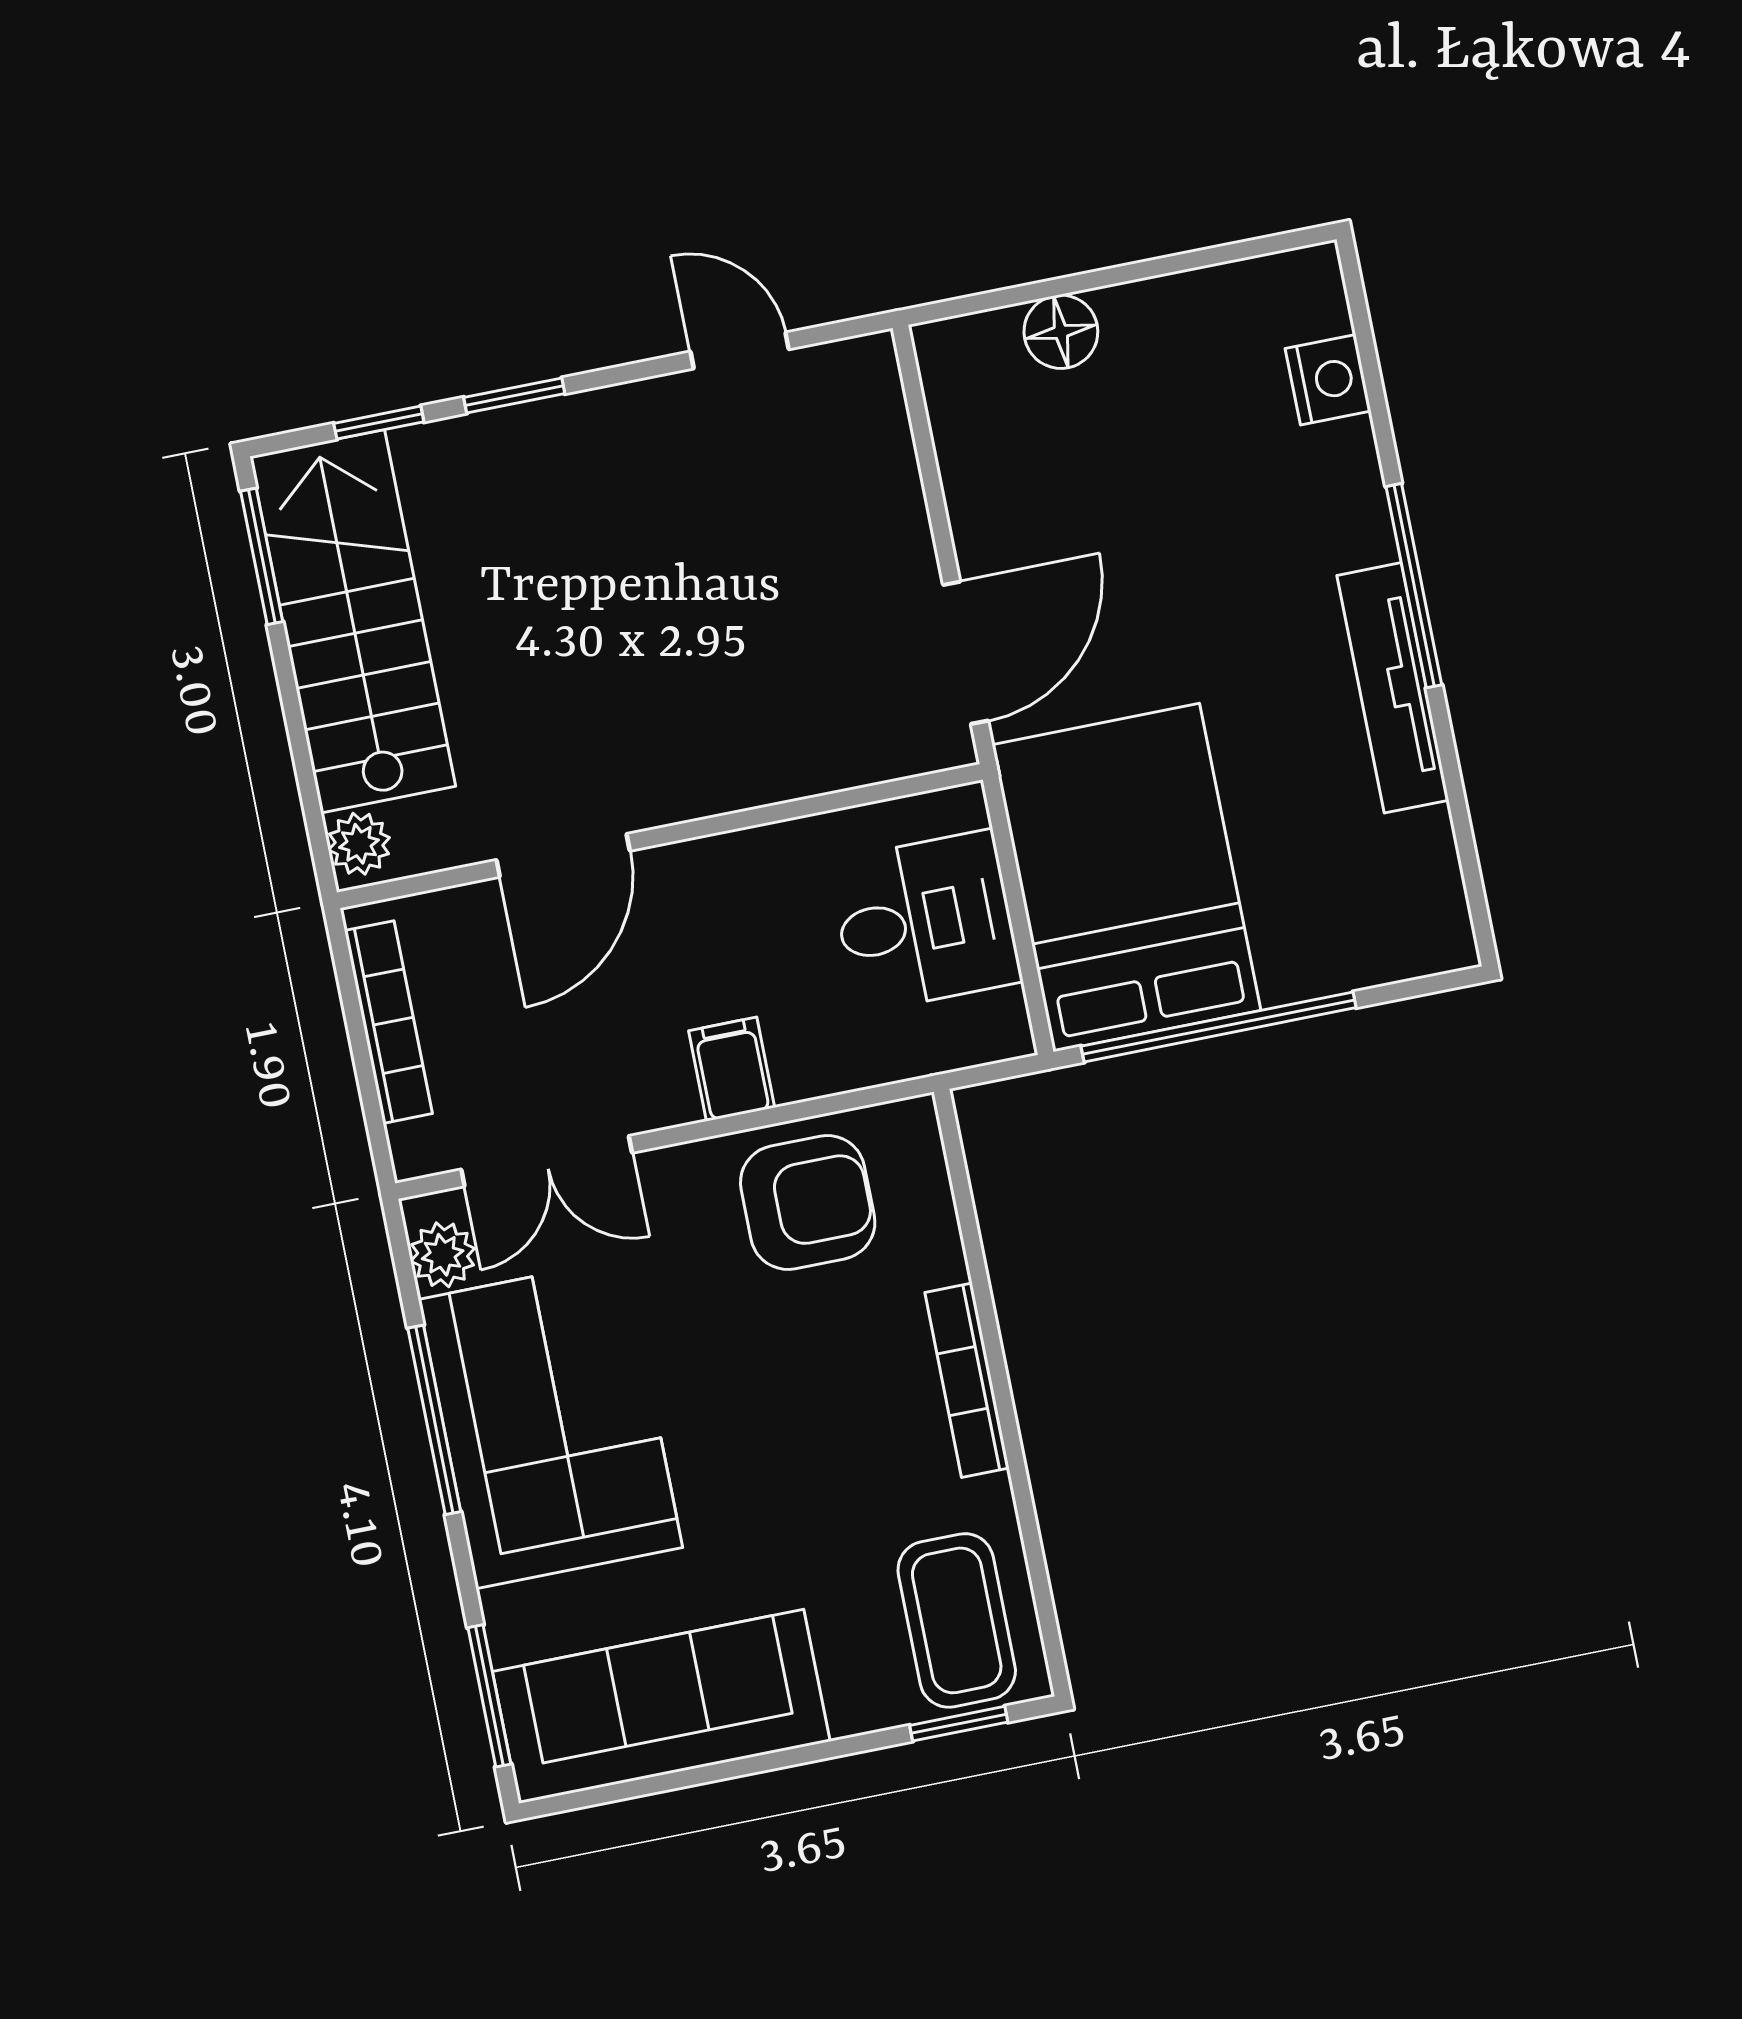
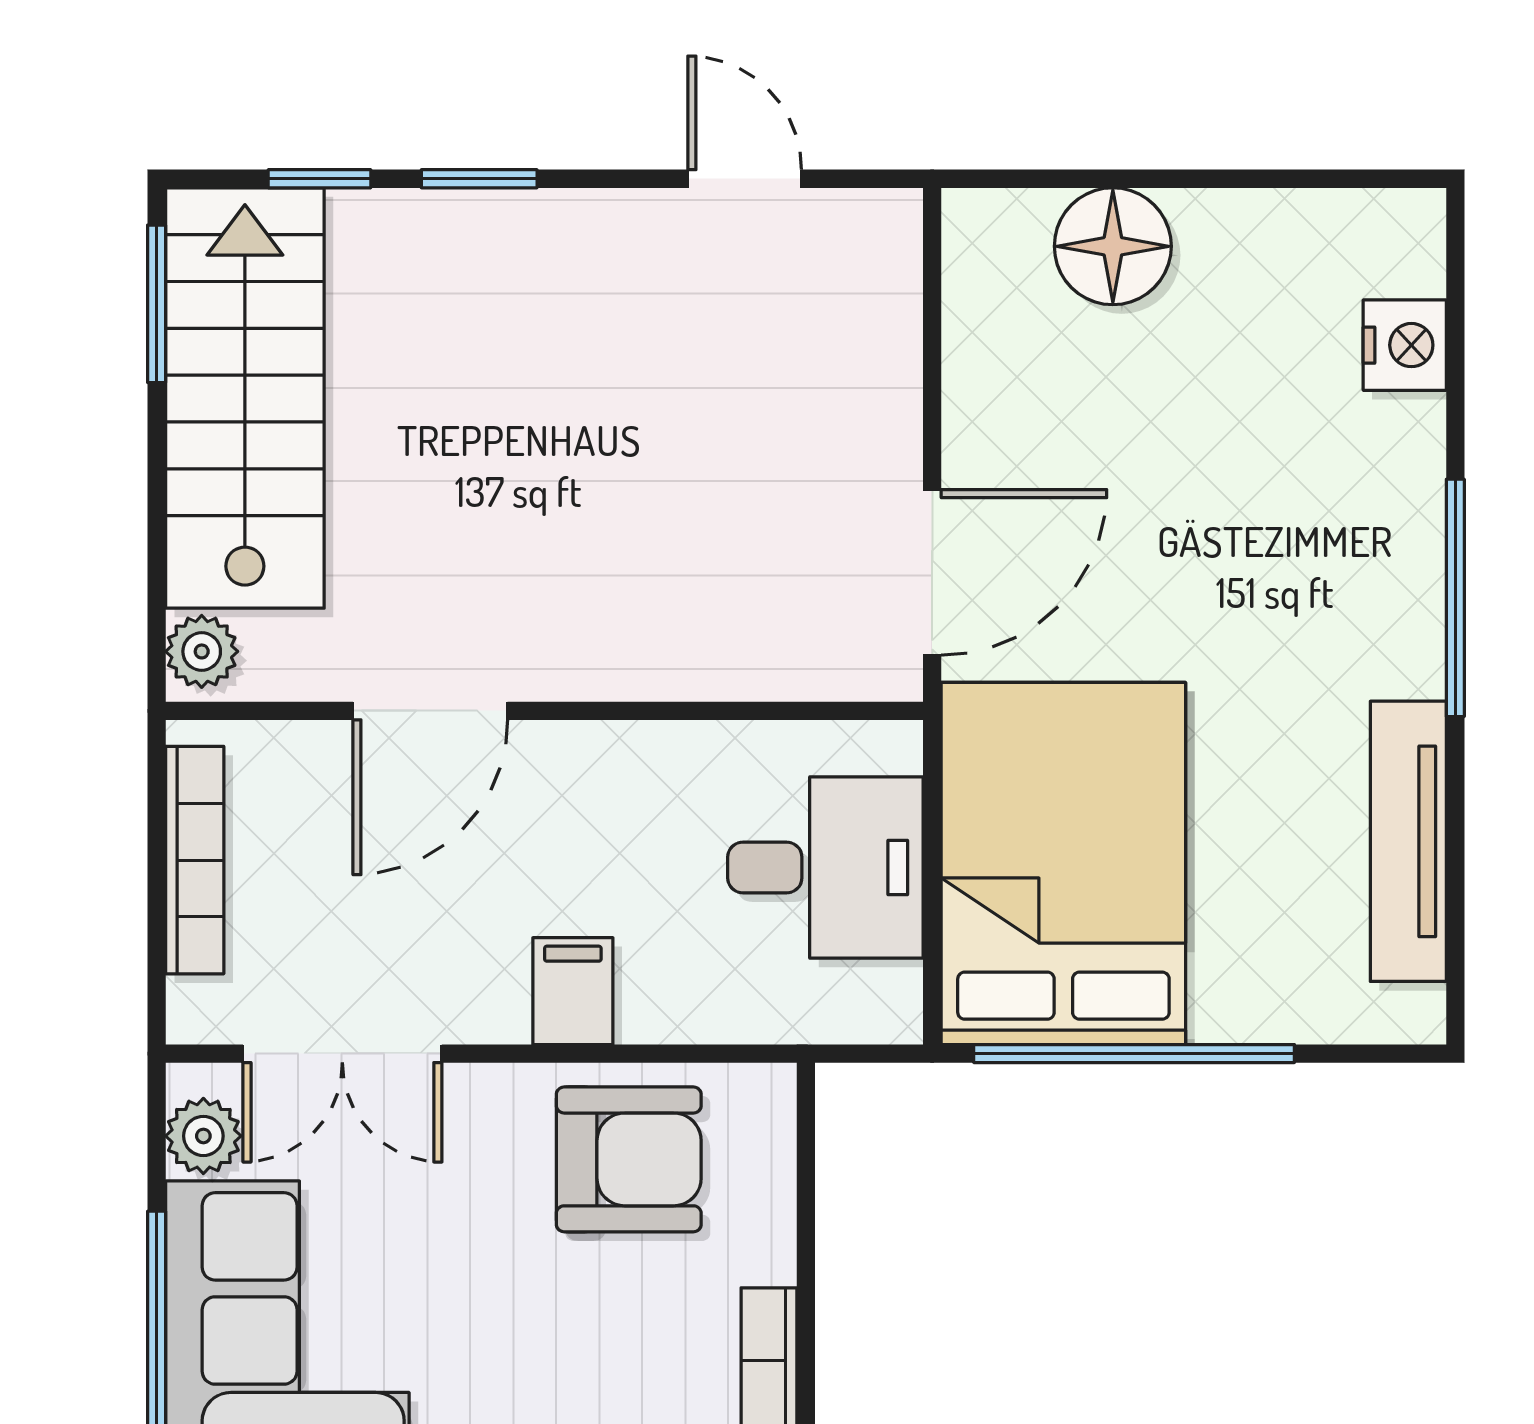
floor lamp: (1061, 332) -> (1113, 246), width x1.38, depth x1.38
tv unit: (1393, 688) -> (1408, 841), moved

